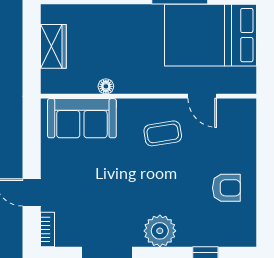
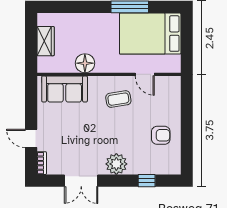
floor lamp: (106, 86) -> (85, 63), width x1.89, depth x1.89

